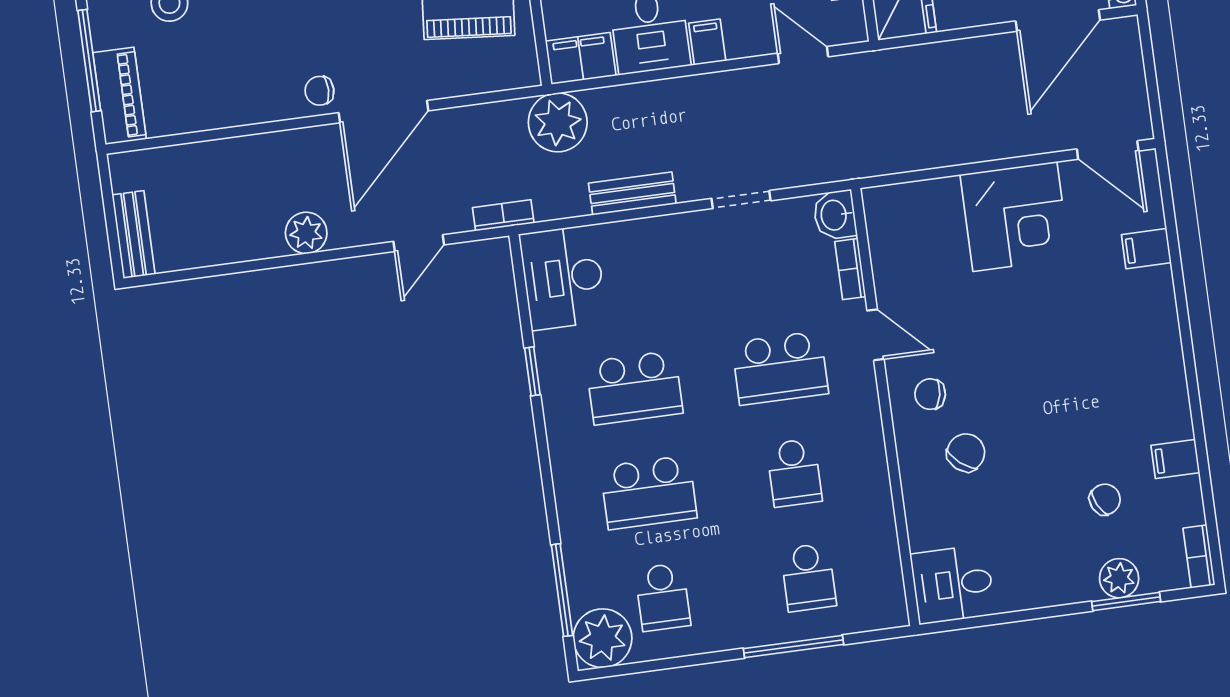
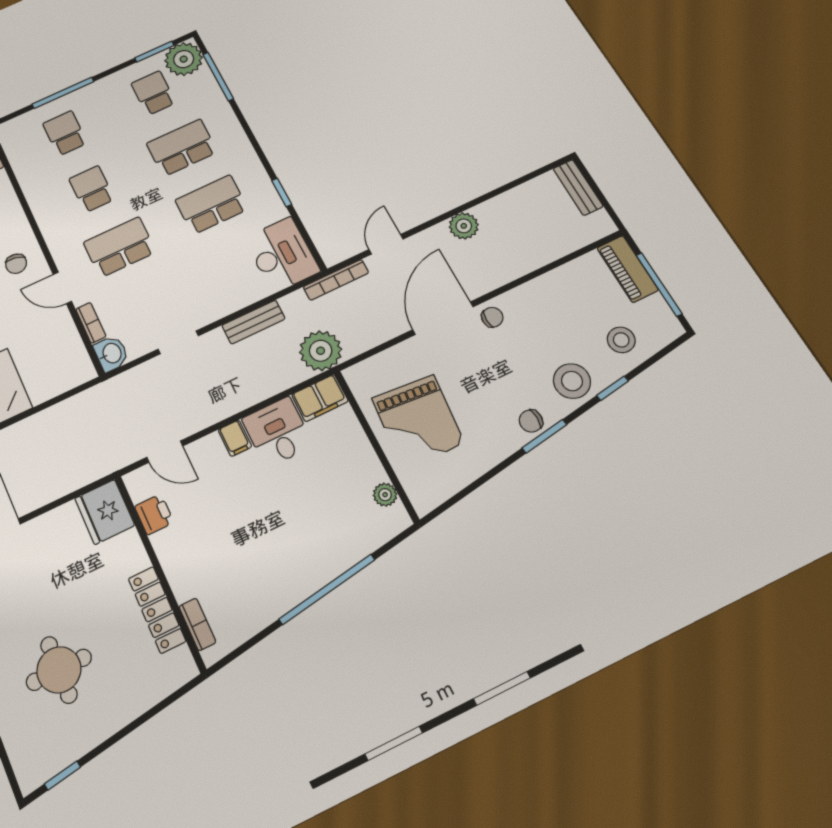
bookcase: (503, 215) -> (336, 280), width x1.56
chair: (930, 394) -> (16, 264), turned 90
window: (641, 667) -> (154, 52), added

